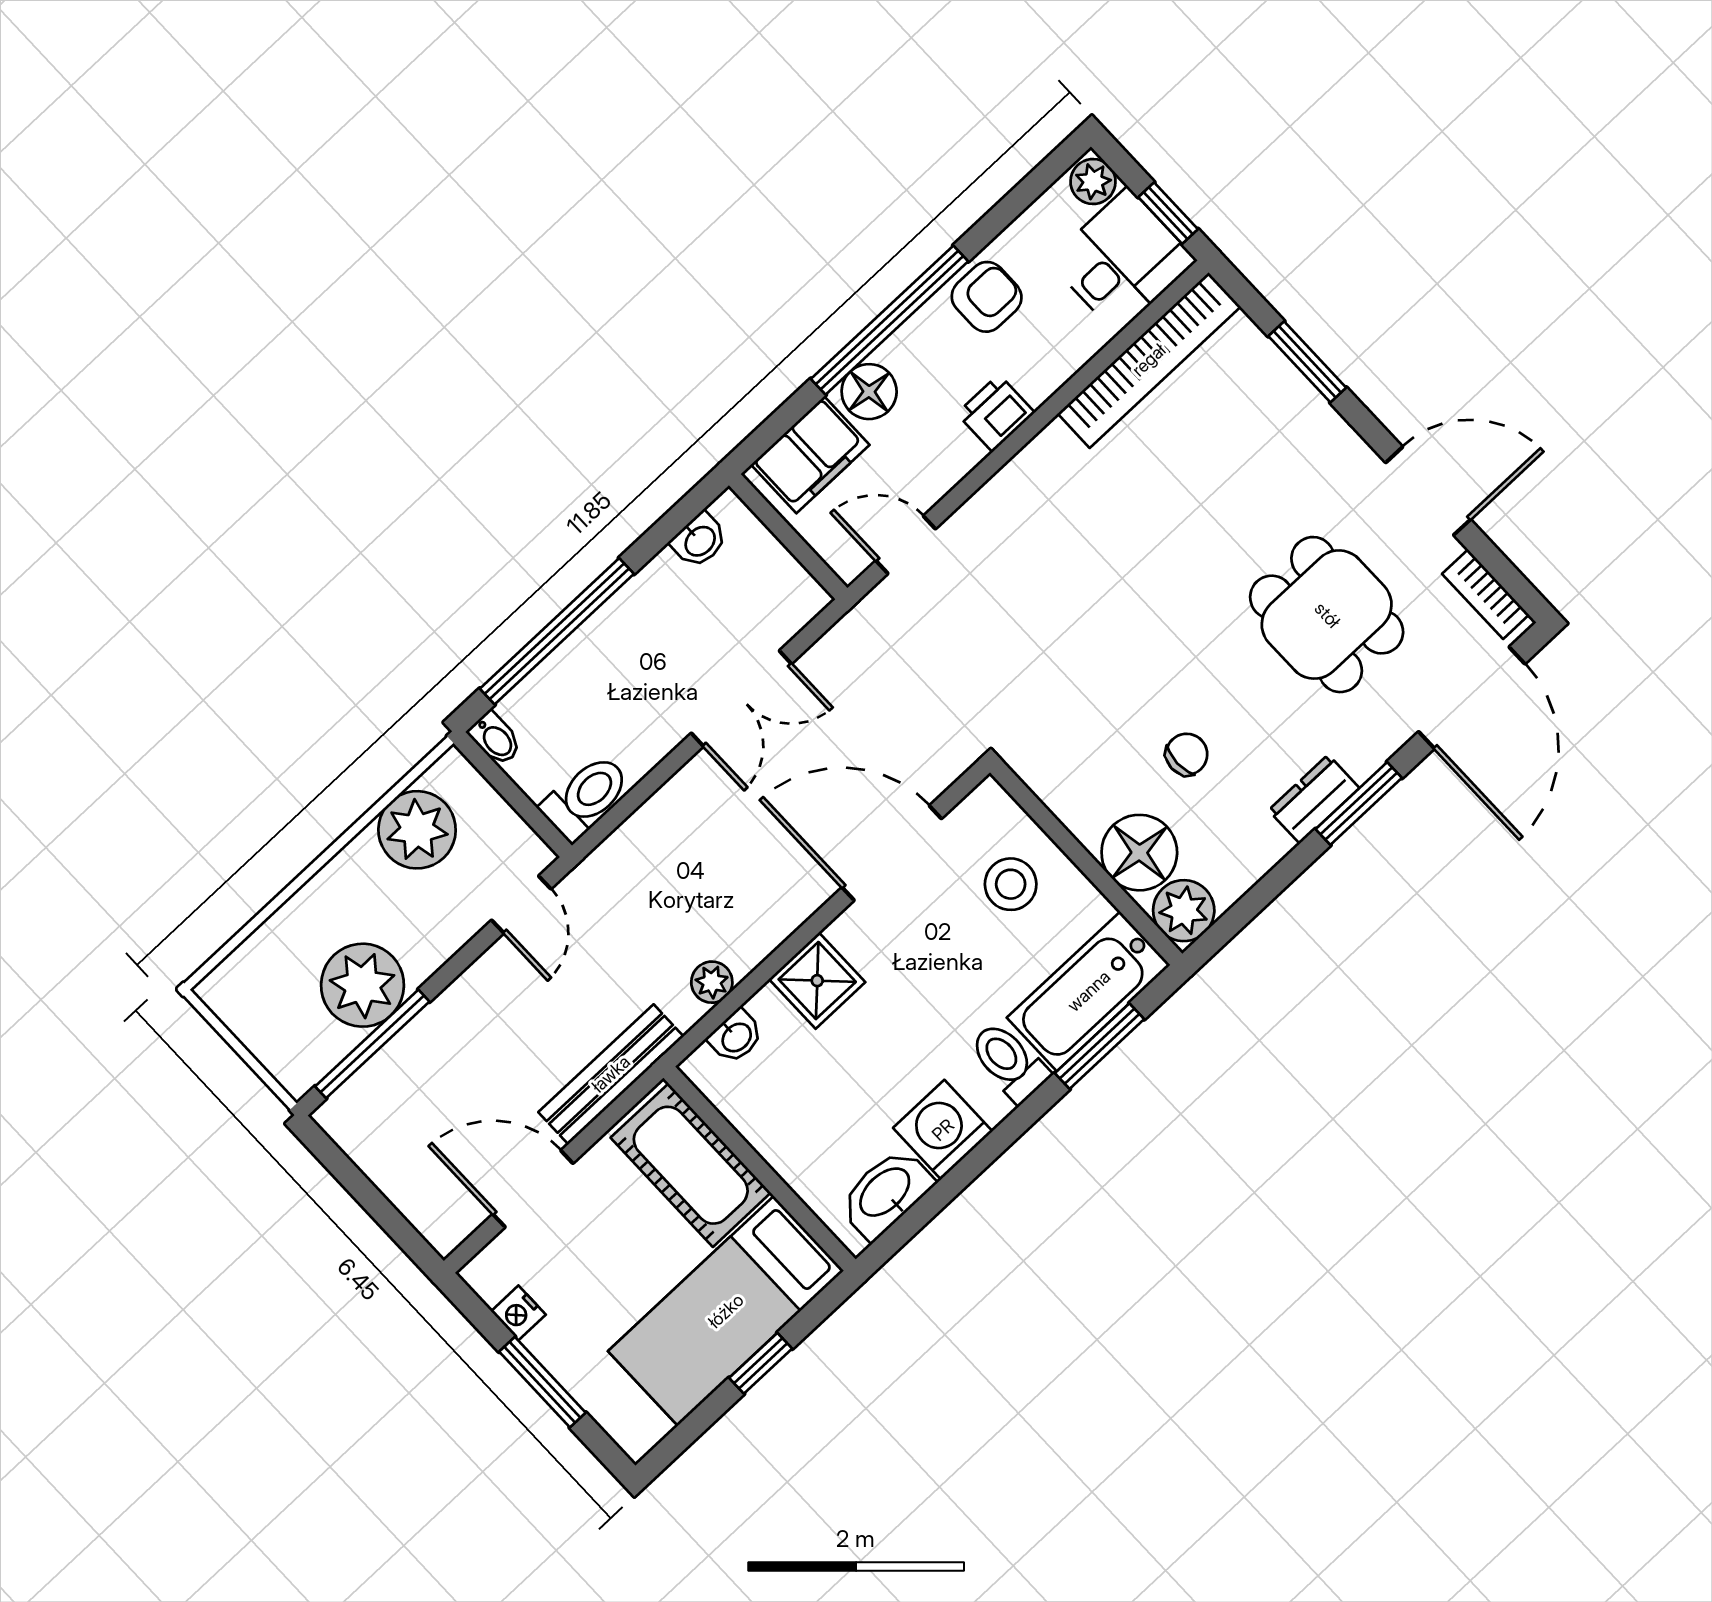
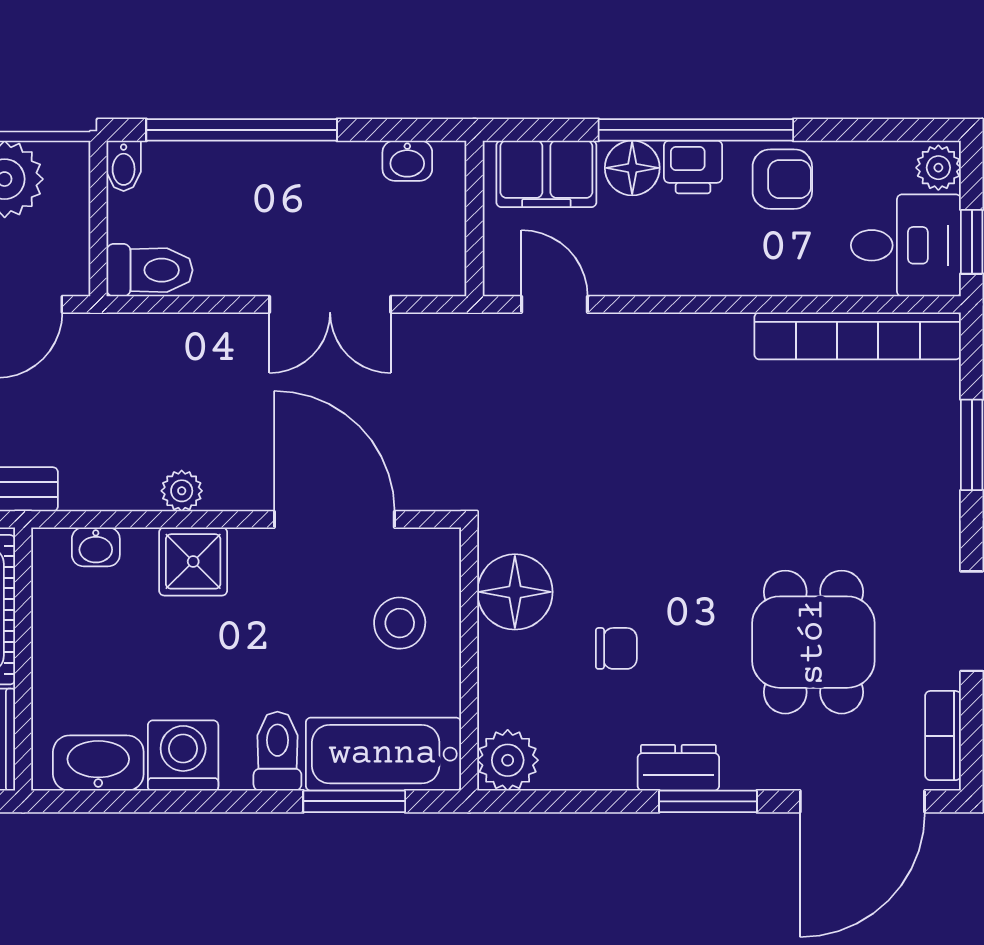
printer: (996, 413) -> (693, 167), moved, turned 180
floor lamp: (1139, 853) -> (515, 592), moved
plant: (712, 982) -> (182, 491), moved

